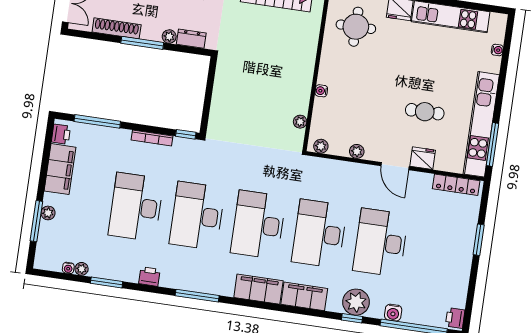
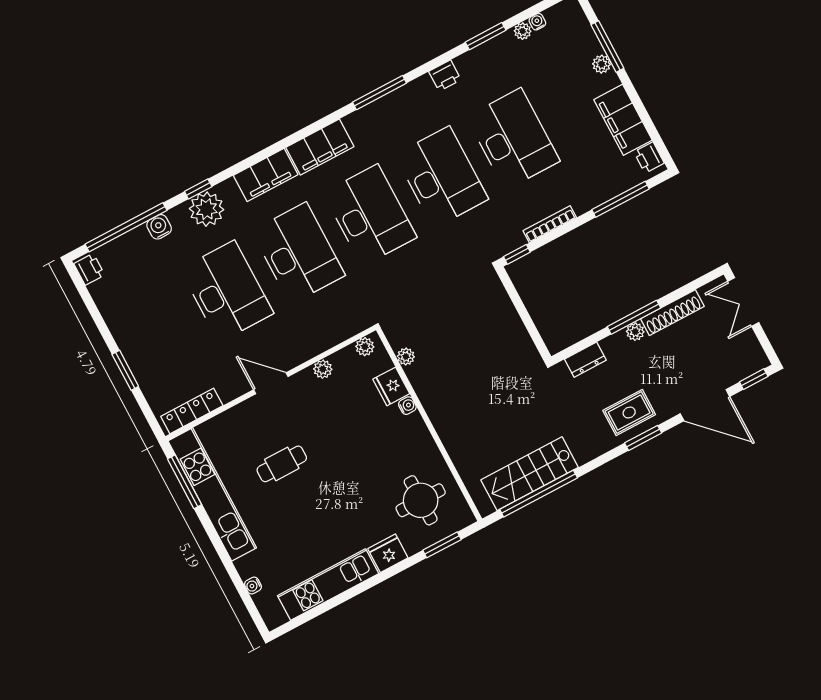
plant: (169, 37) -> (635, 332), moved
fridge: (423, 158) -> (391, 386), moved, turned 90

